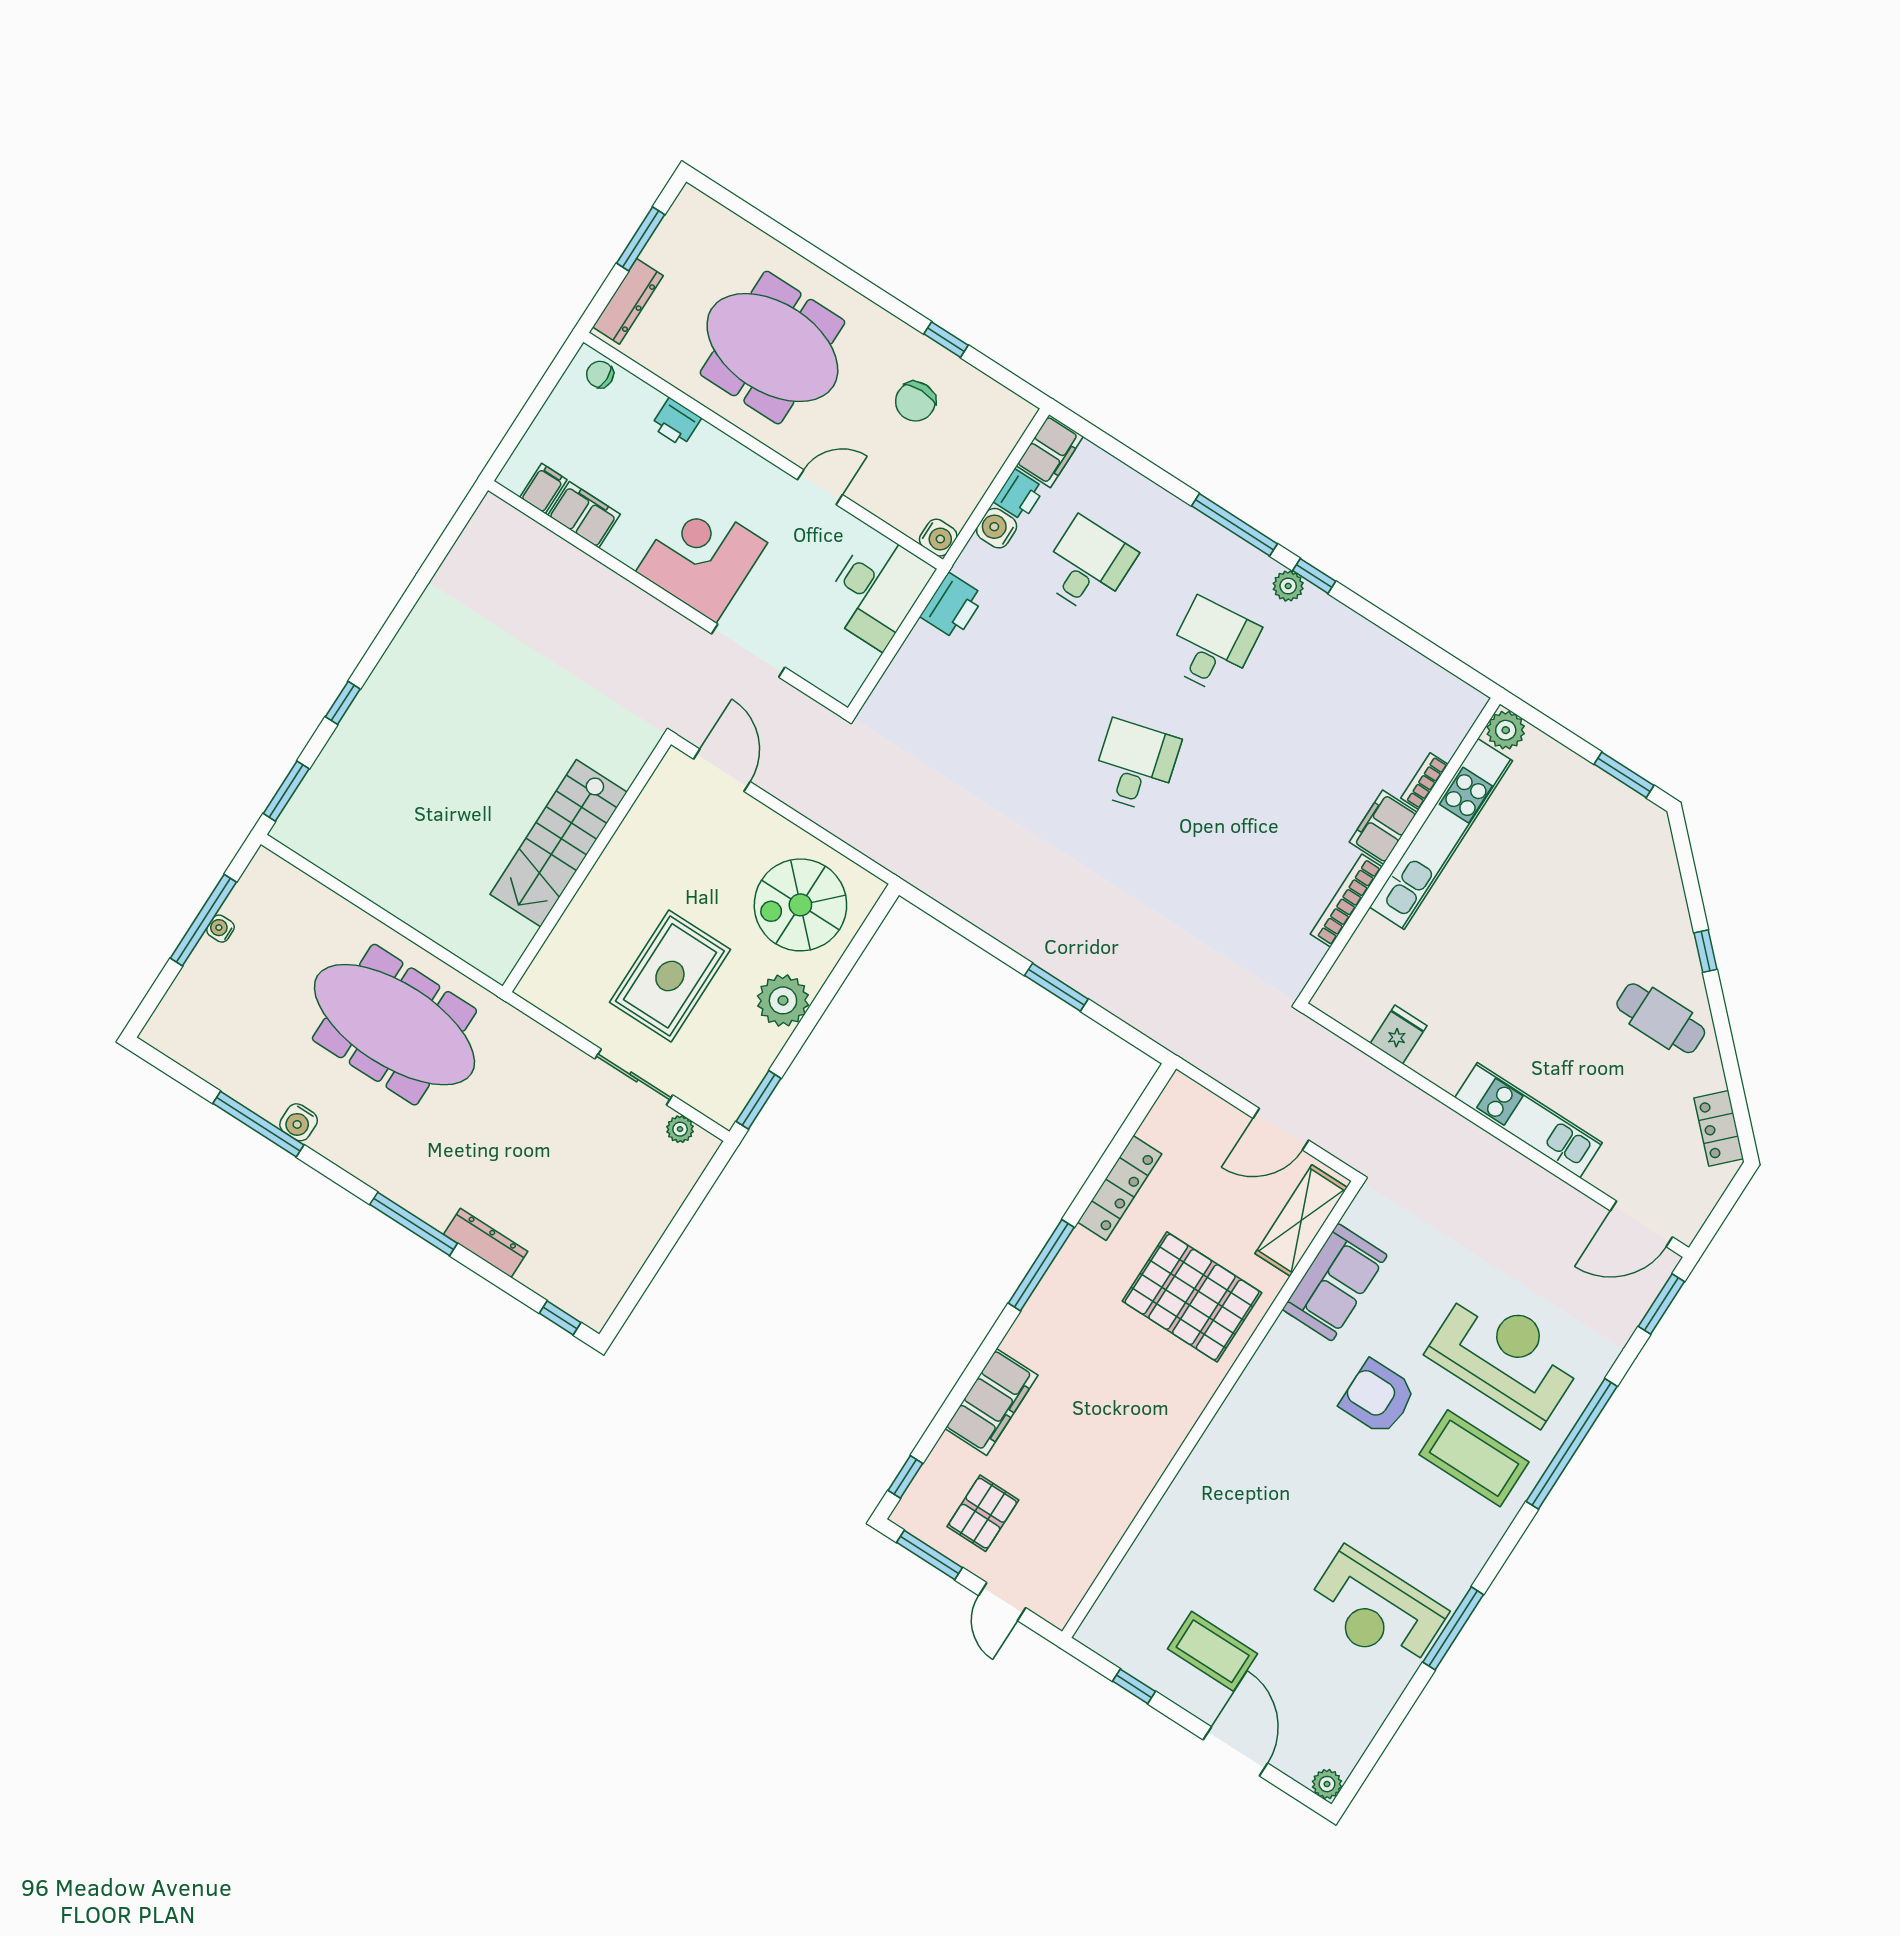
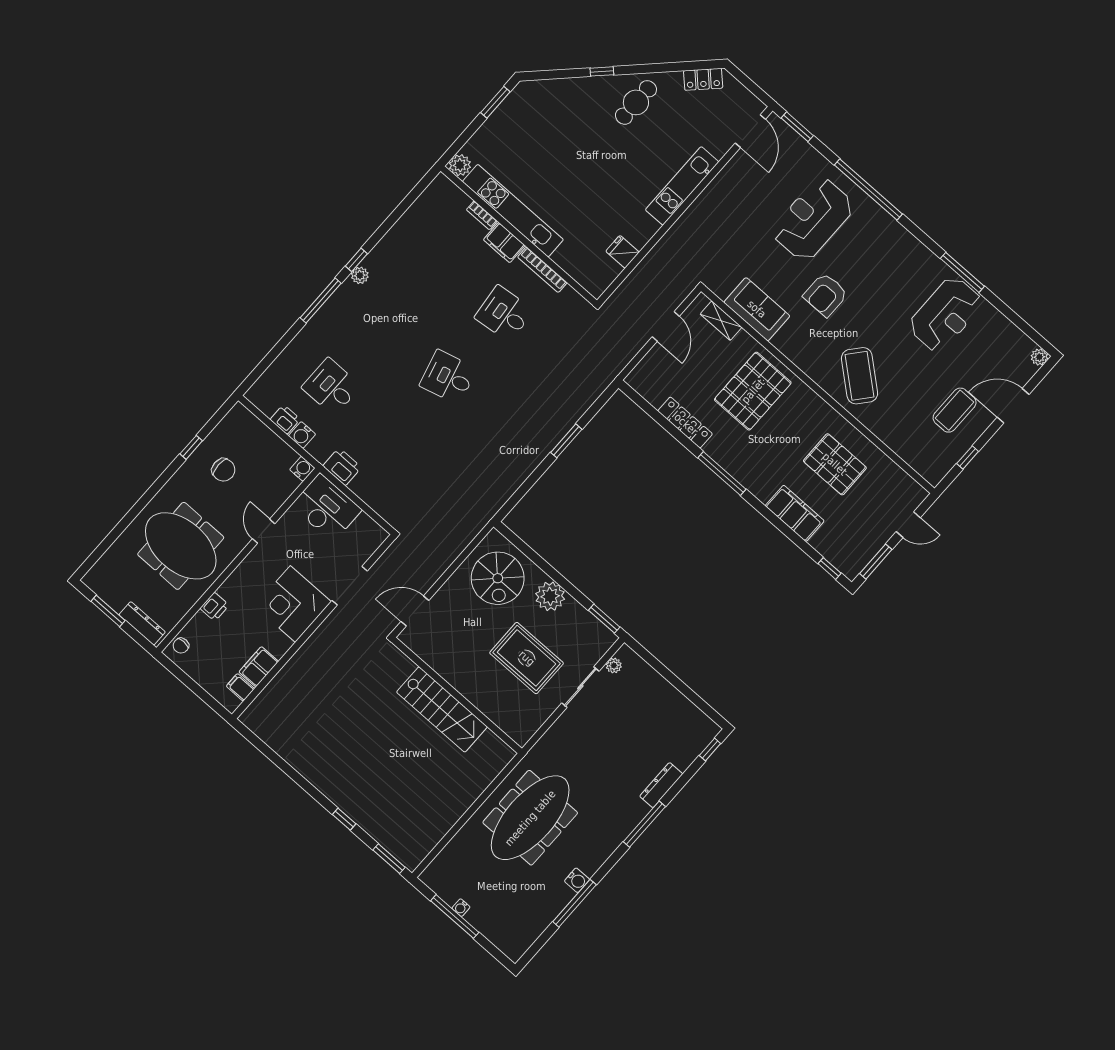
meeting table: (772, 348) -> (181, 546), turned 90
filing cabinet: (1050, 451) -> (263, 398), removed
desk: (1212, 646) -> (504, 314), moved
shelving: (1301, 1220) -> (721, 321), width x0.67, depth x0.75
coffee table: (1474, 1458) -> (860, 376), moved, turned -50
pallet: (983, 1513) -> (835, 464), moved, width x1.50, depth x1.42

